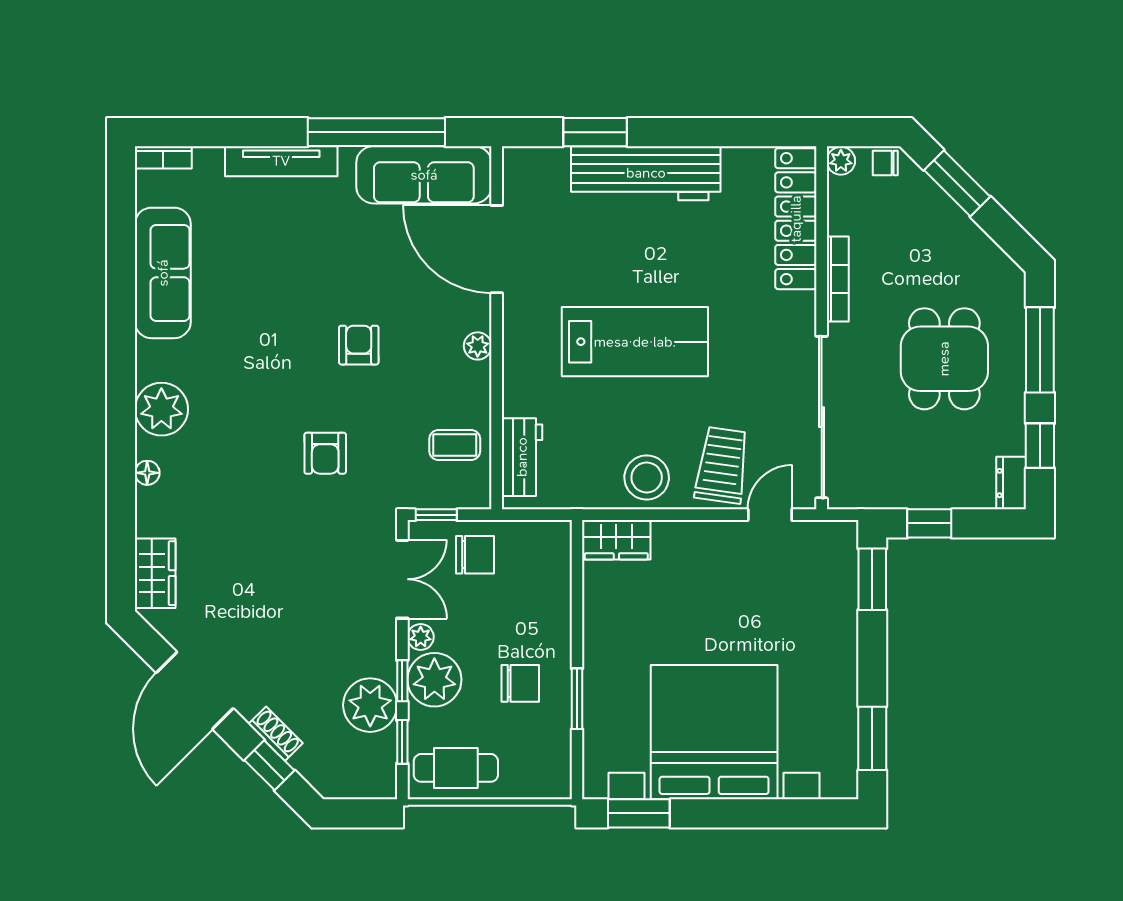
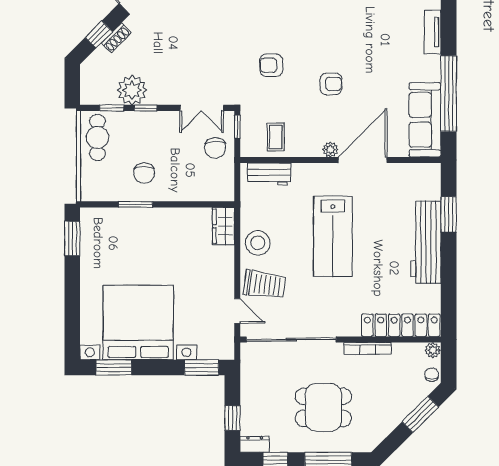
tv unit: (281, 161) -> (432, 32), width x0.71
door: (497, 249) -> (363, 160), moved
window: (929, 523) -> (232, 418), moved
plant: (421, 637) -> (170, 118), removed
plant: (434, 680) -> (146, 126), removed
bed with nightstands: (714, 732) -> (138, 323), moved, turned -90

